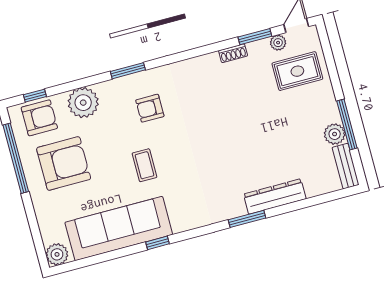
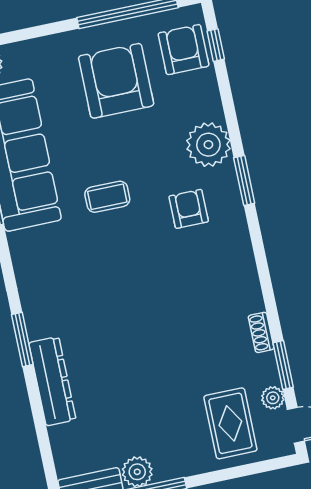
plant: (83, 103) -> (208, 145), moved
armchair: (39, 118) -> (184, 50), turned 180
armchair: (64, 163) -> (116, 81), turned 180

